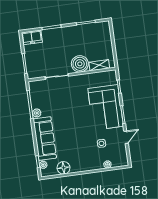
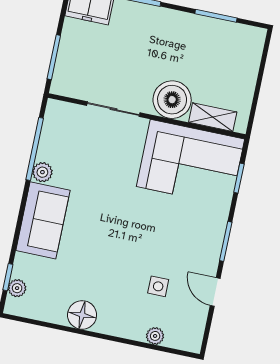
corner sofa: (106, 107) -> (191, 163), moved, turned -90
door: (126, 137) -> (215, 292), swing flipped
sofa: (45, 138) -> (43, 220), width x0.73
floor lamp: (63, 168) -> (82, 315), moved

